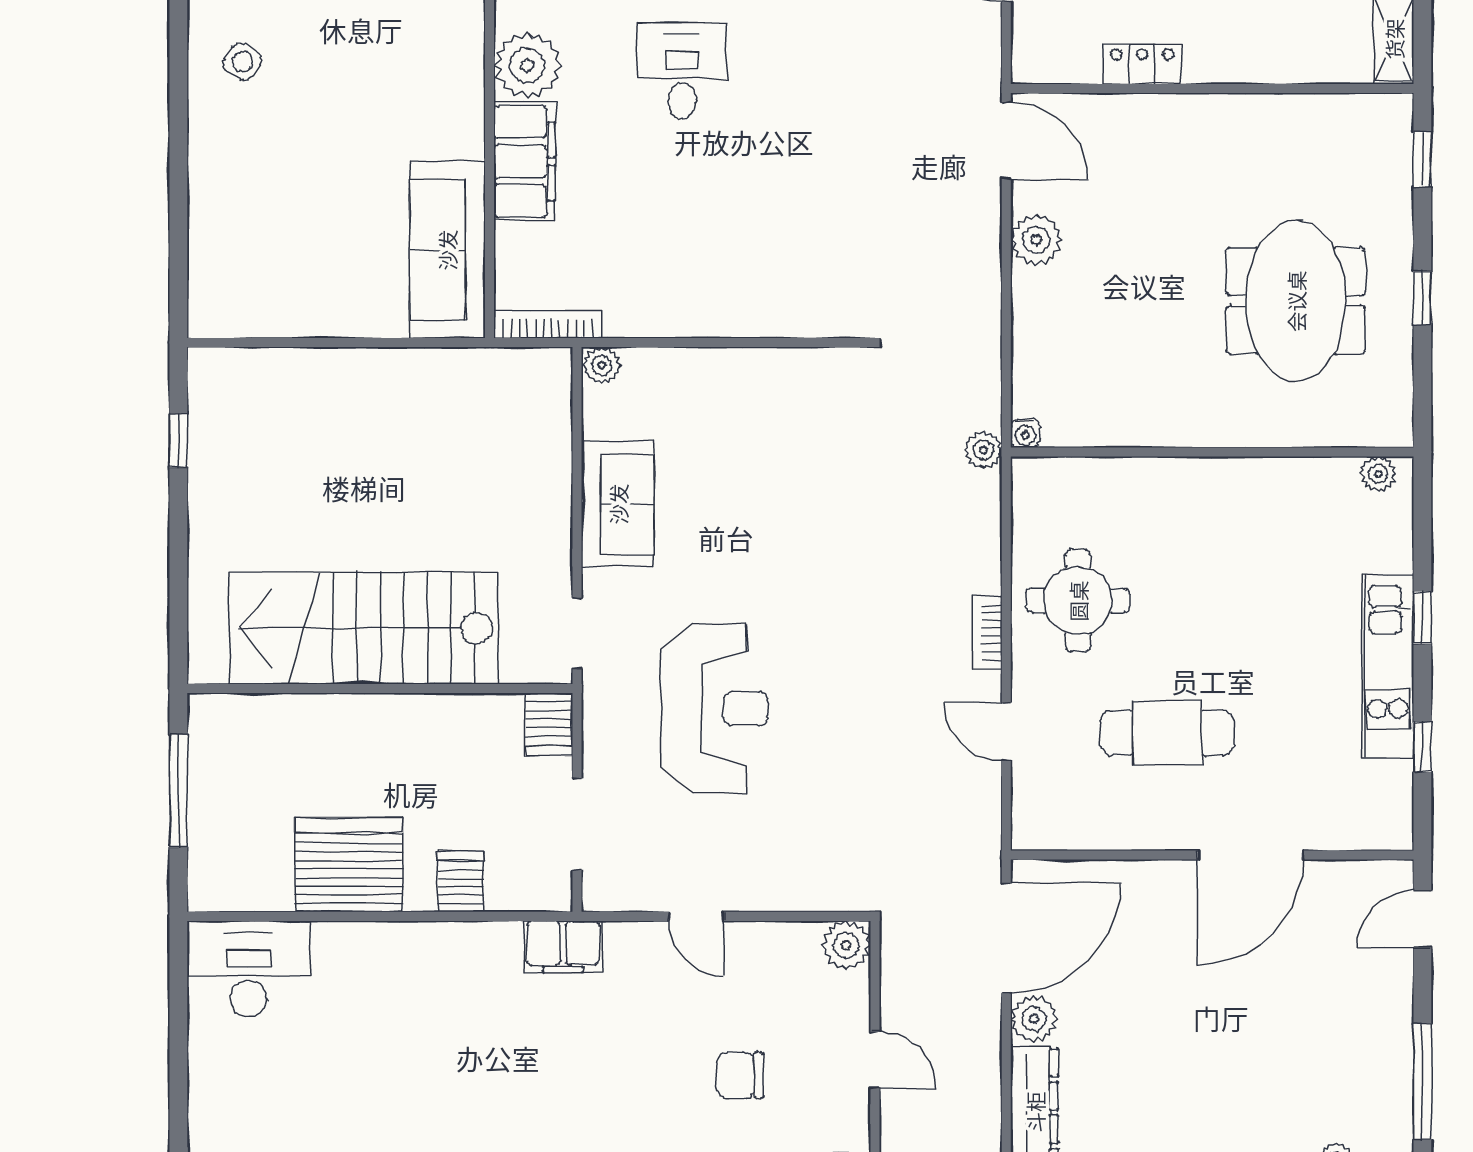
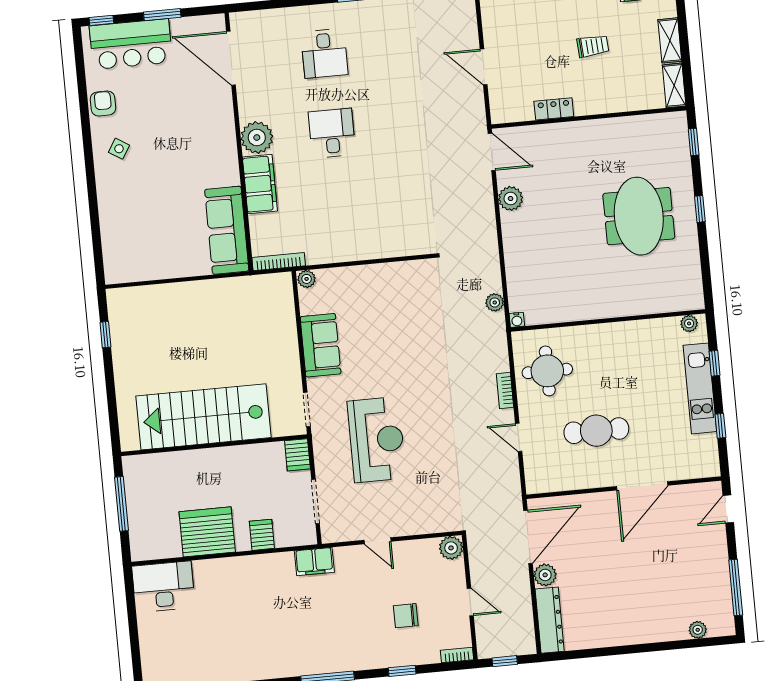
water cooler: (1025, 433) -> (517, 320), moved
wall: (1212, 452) -> (608, 320), moved
plant: (1378, 474) -> (689, 323), moved

